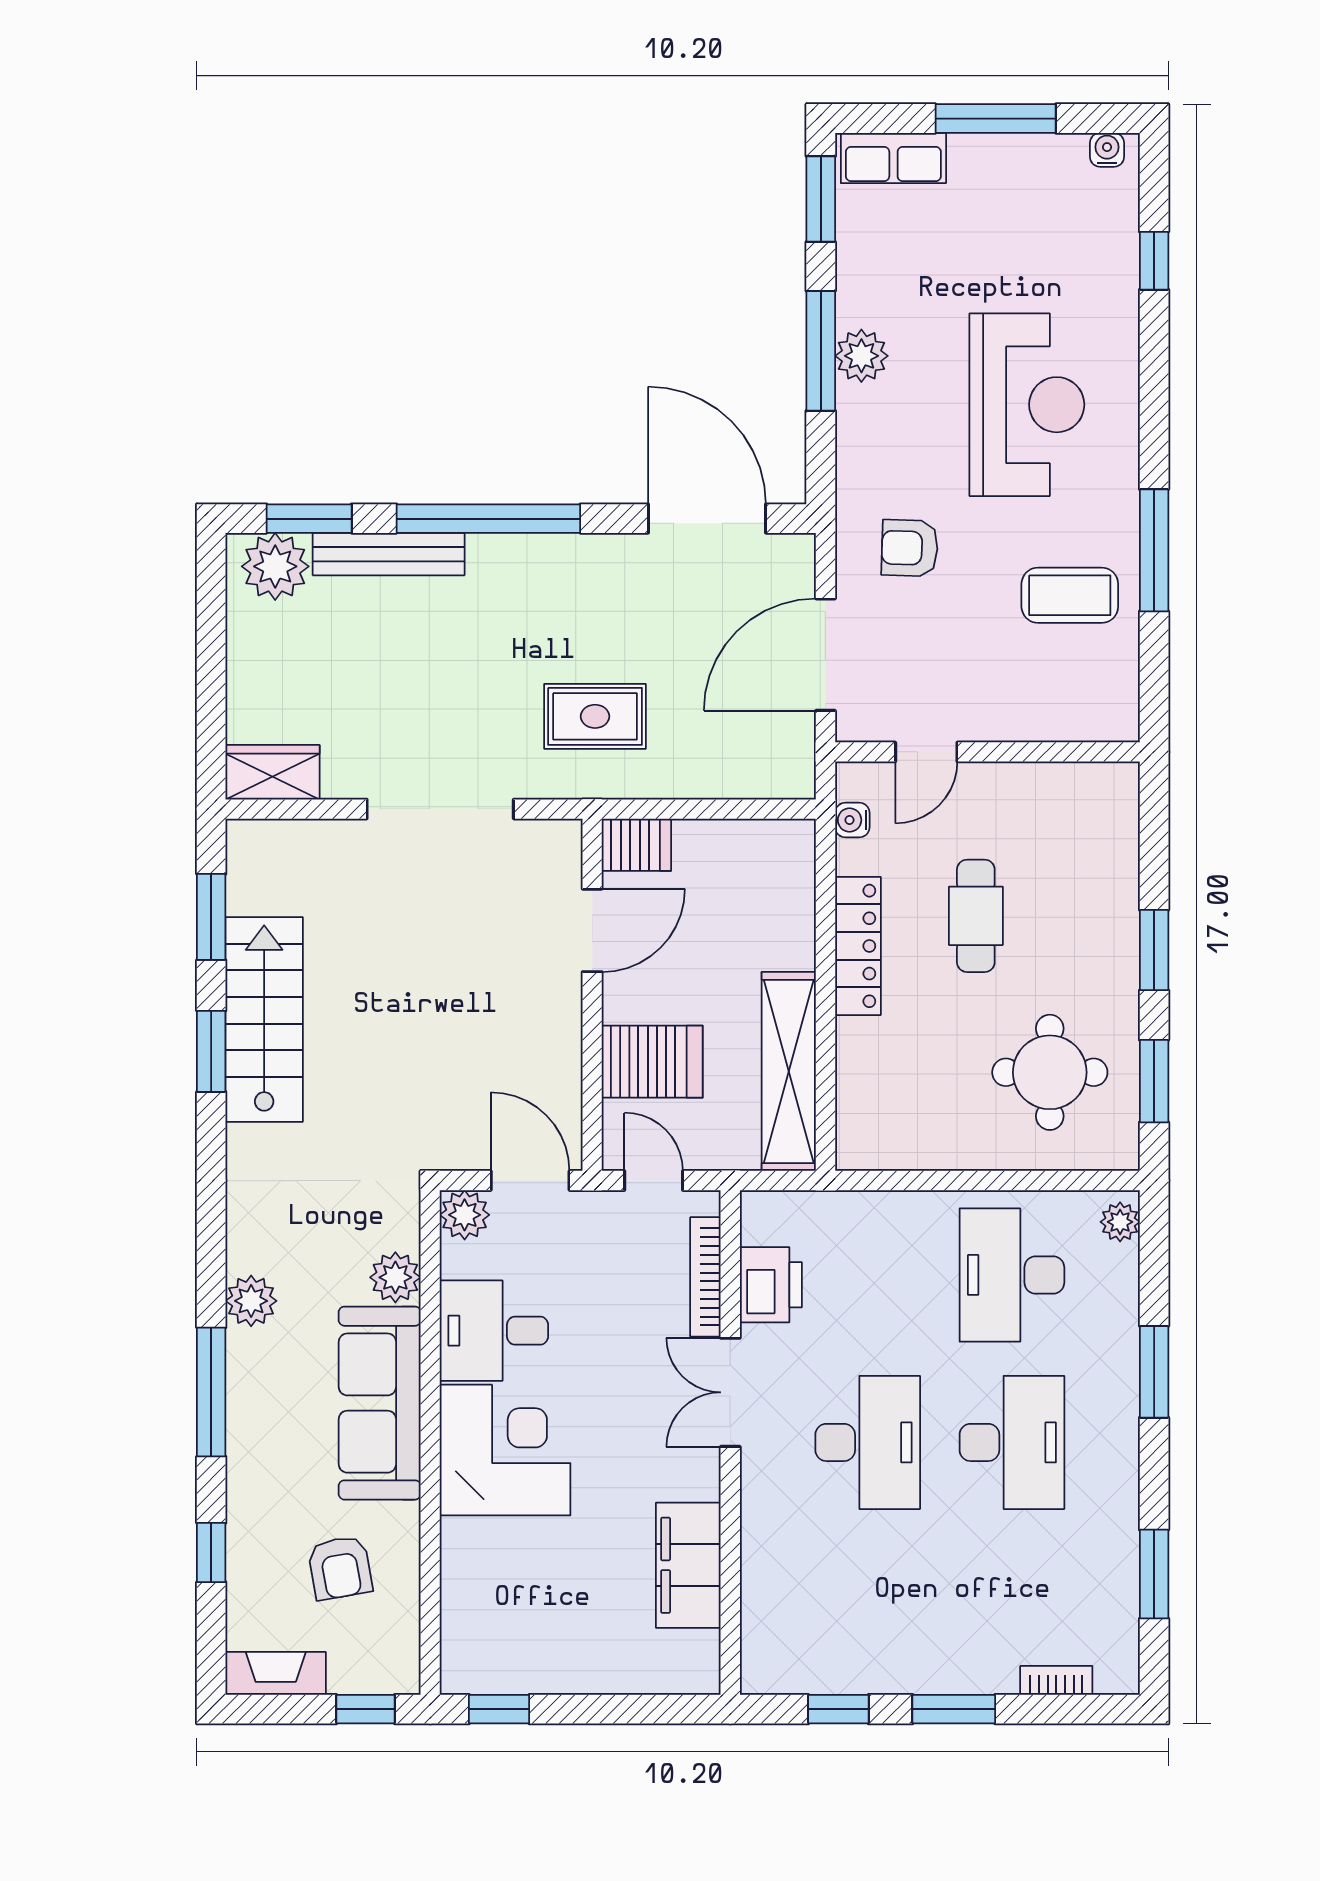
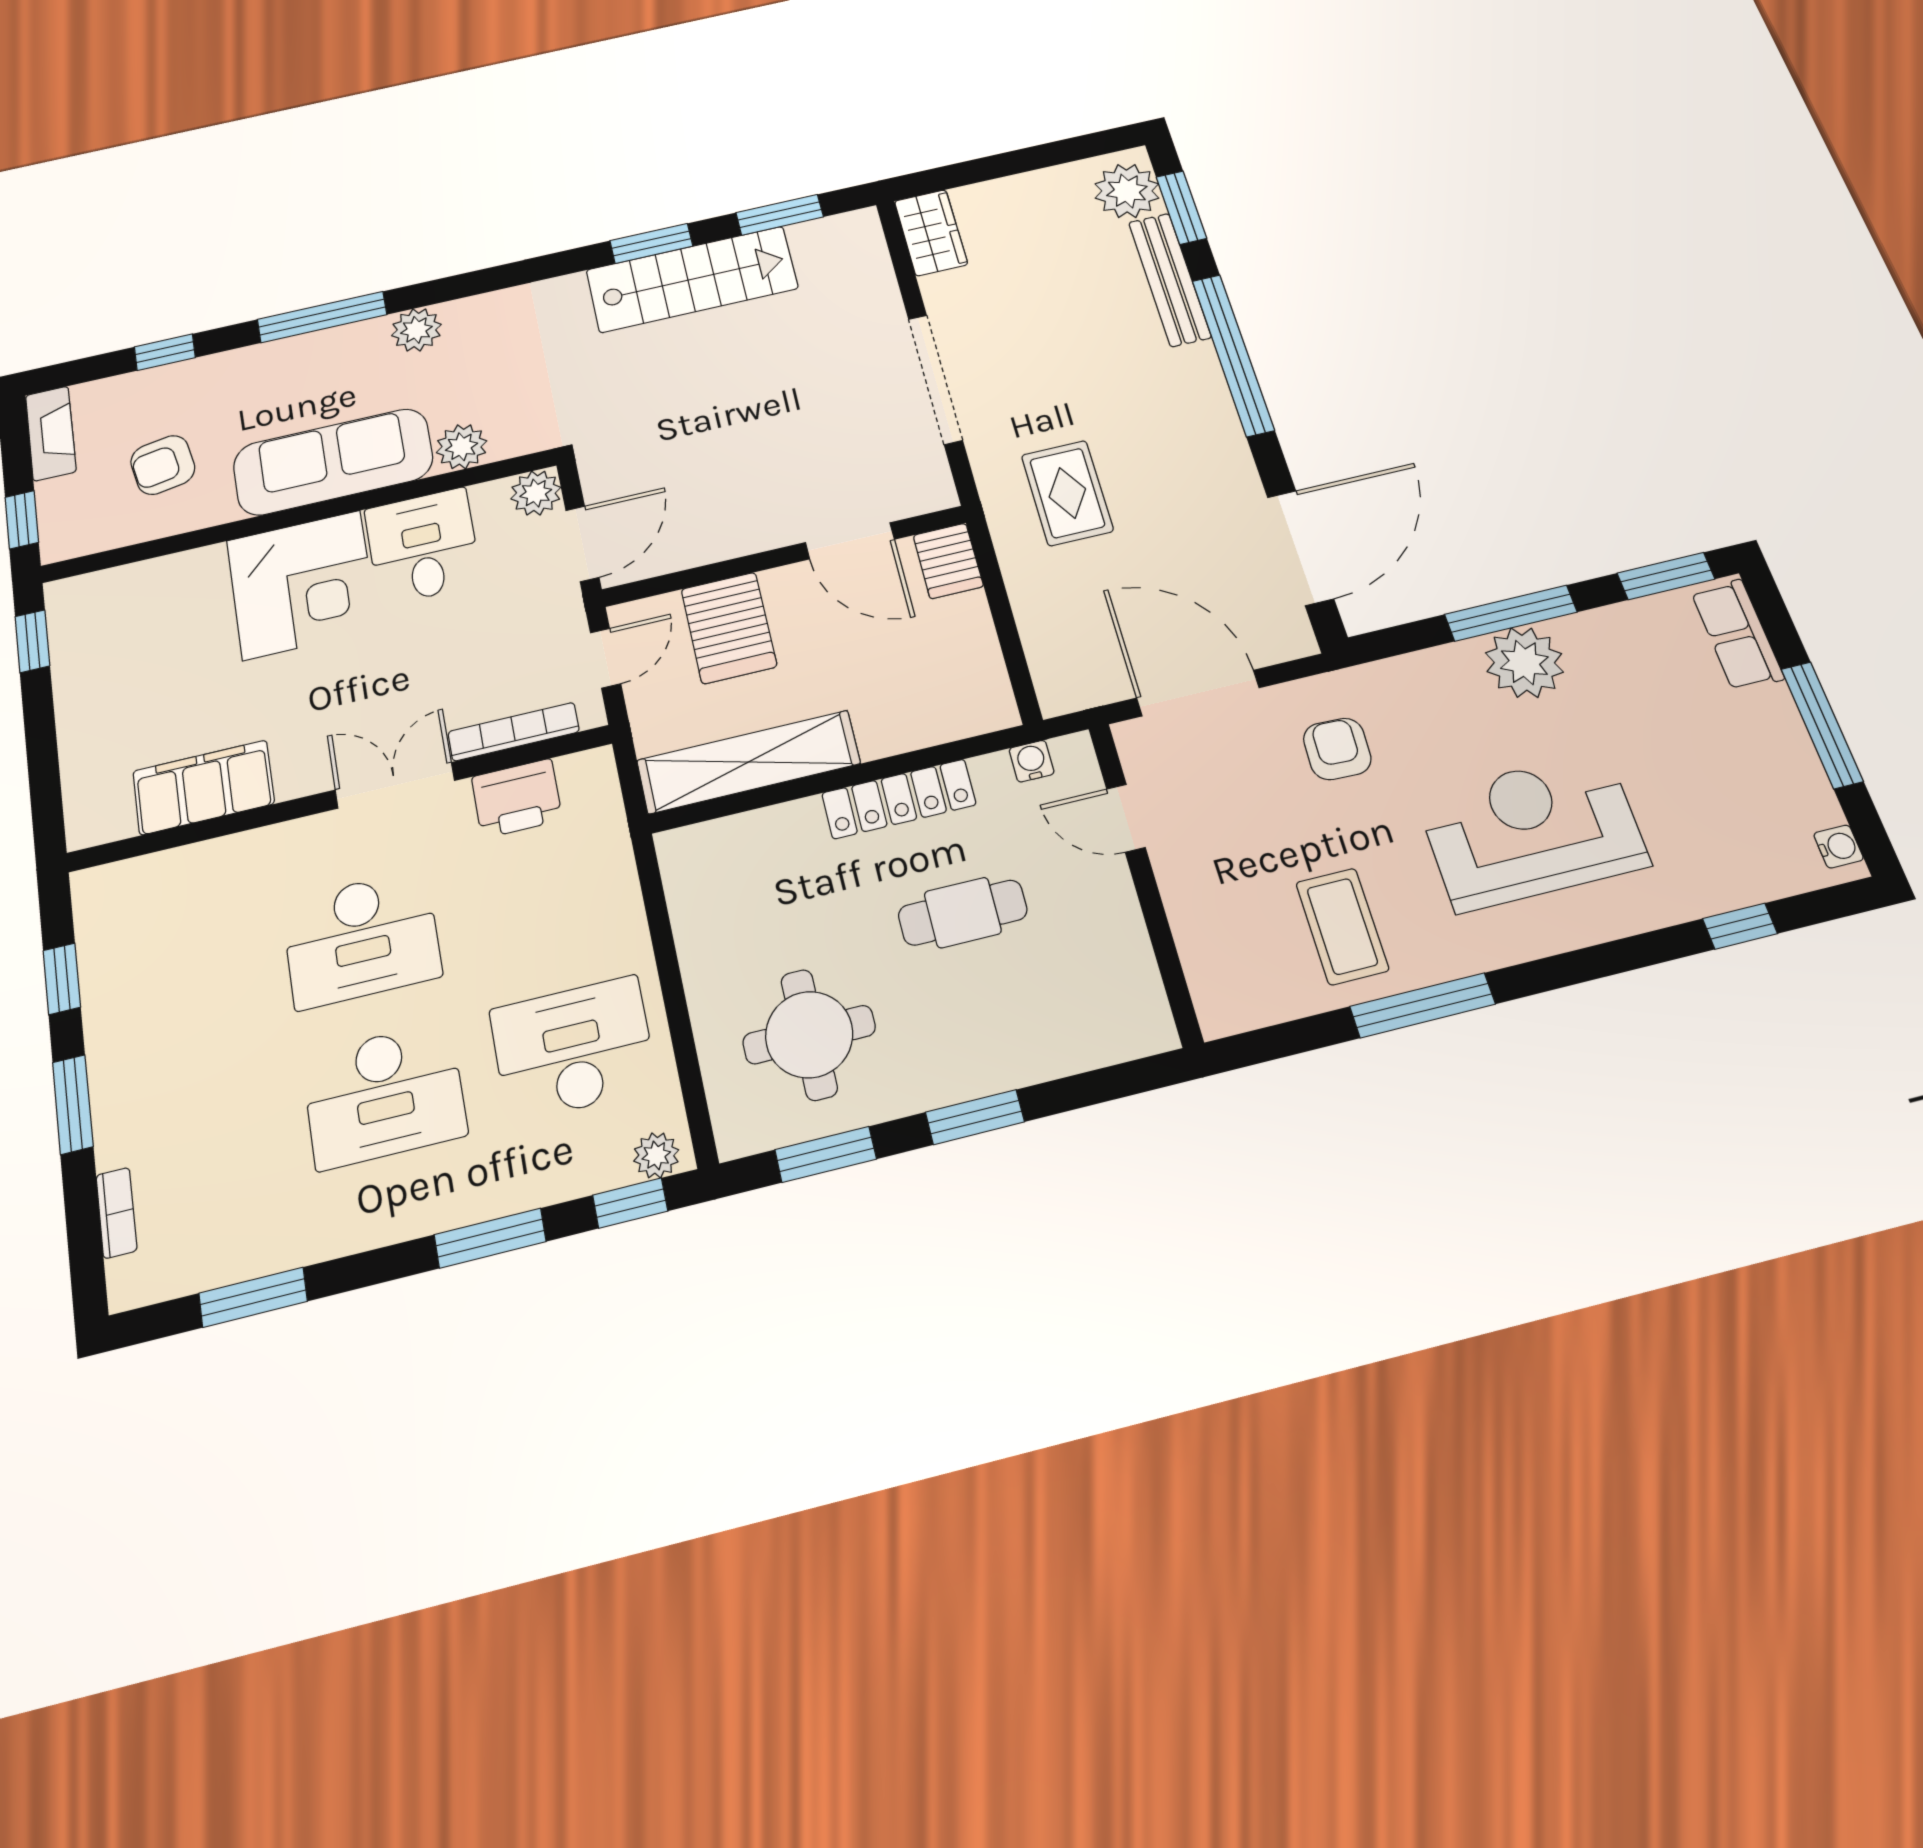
plant: (861, 356) -> (1524, 663), width x1.36, depth x1.36
reception desk: (1027, 405) -> (1532, 831), turned 180
window: (1154, 1251) -> (630, 1203), added

